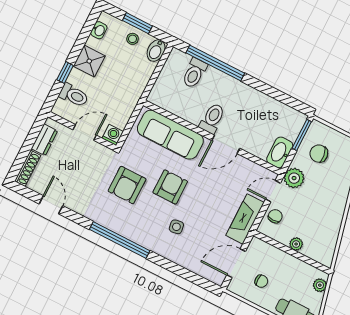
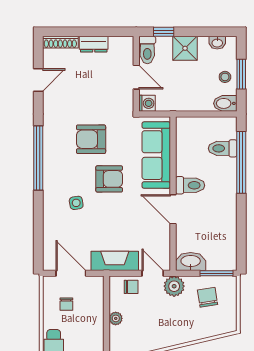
wall: (82, 131) -> (136, 74), moved
door: (85, 133) -> (136, 77), moved
washing machine: (113, 135) -> (147, 103), moved

